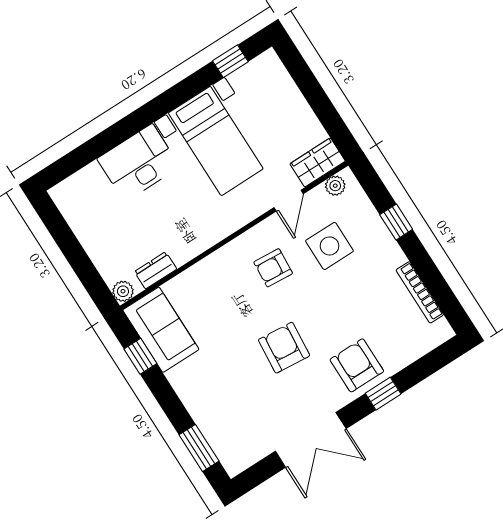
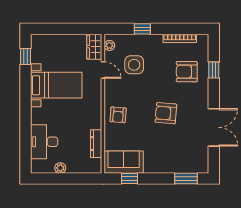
desk: (138, 163) -> (44, 142), moved
armchair: (273, 268) -> (118, 115), moved
dresser: (156, 270) -> (96, 144), width x1.44
plant: (123, 291) -> (60, 168), moved
armchair: (357, 365) -> (187, 72), moved
window: (383, 394) -> (214, 70), moved

